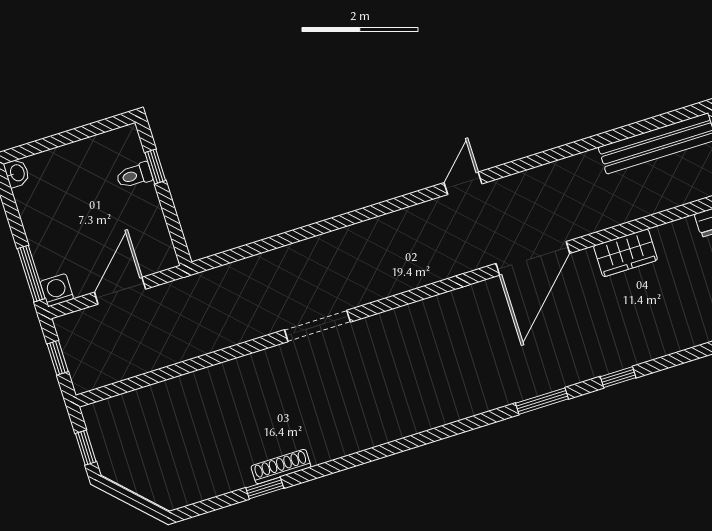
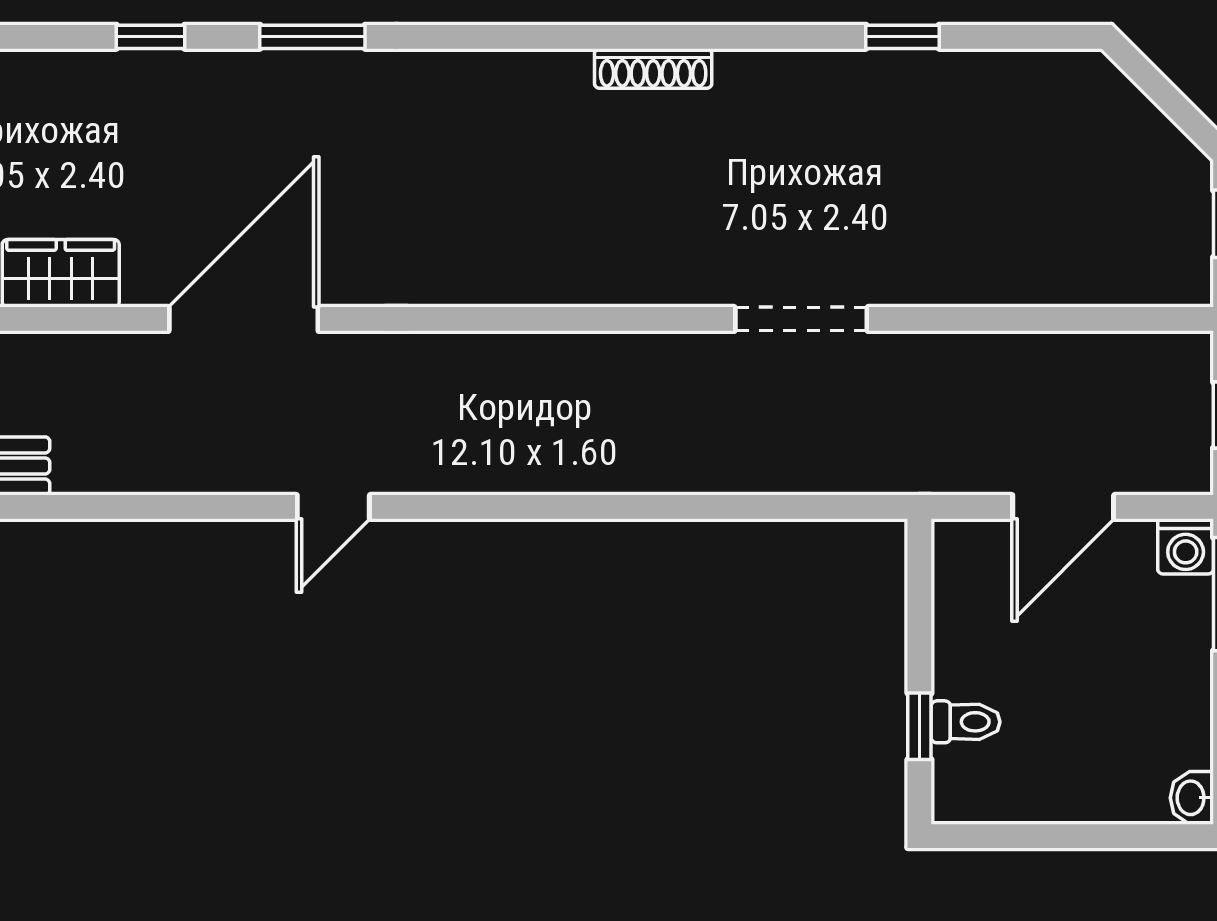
doorway: (317, 326) -> (801, 319), moved
shoe rack: (281, 467) -> (653, 69), moved

